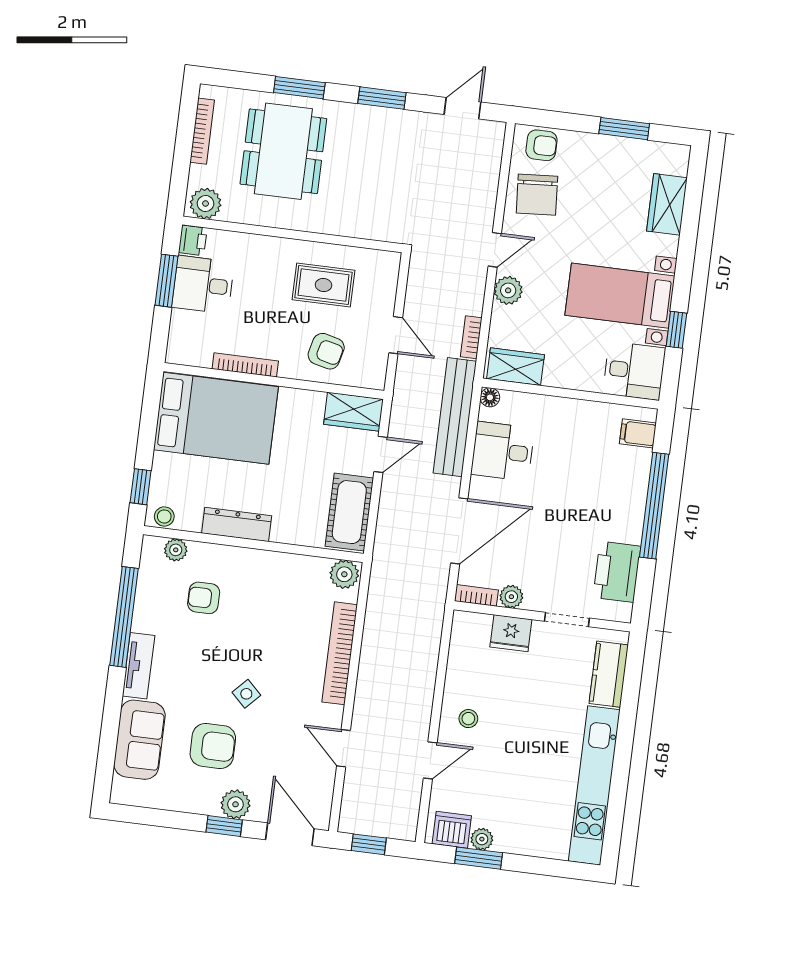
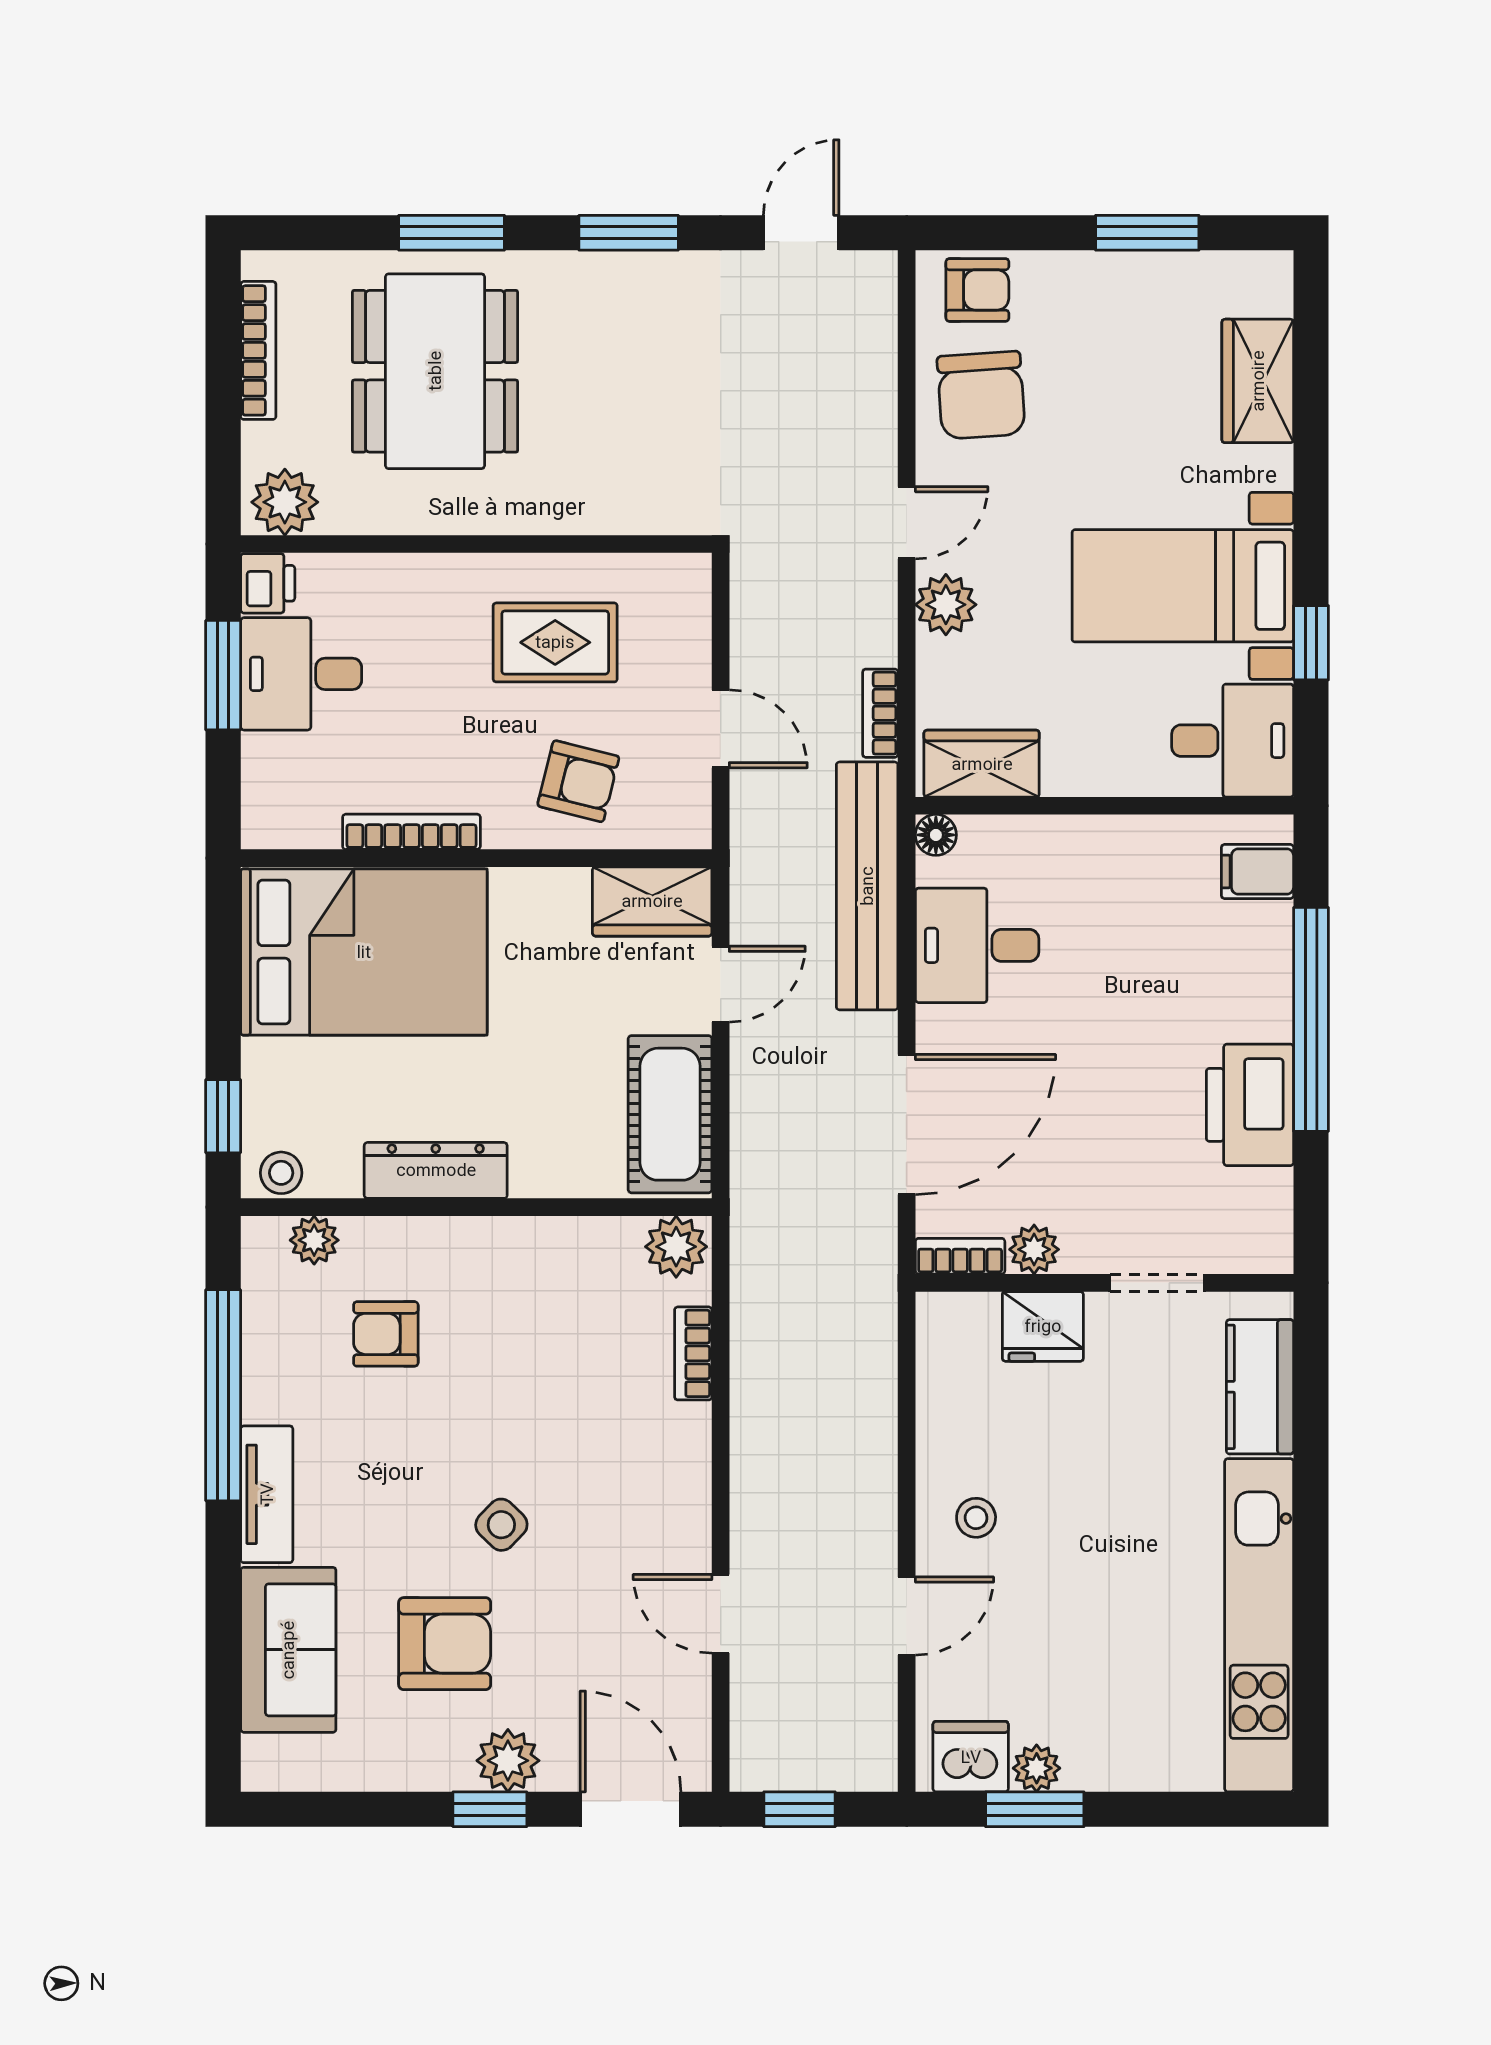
printer: (617, 572) -> (1250, 1105), moved
bookcase: (340, 653) -> (693, 1353), width x0.43, depth x0.76

